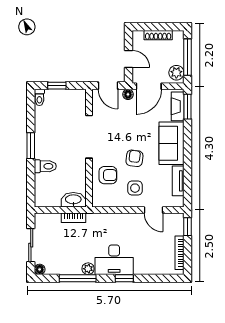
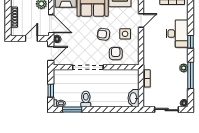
window: (31, 146) -> (72, 110), moved
toilet: (45, 166) -> (86, 99), moved
washbasin: (73, 200) -> (134, 98), moved
desk: (114, 260) -> (177, 34), moved

